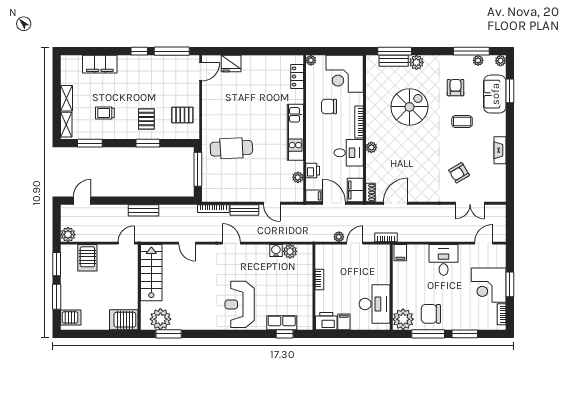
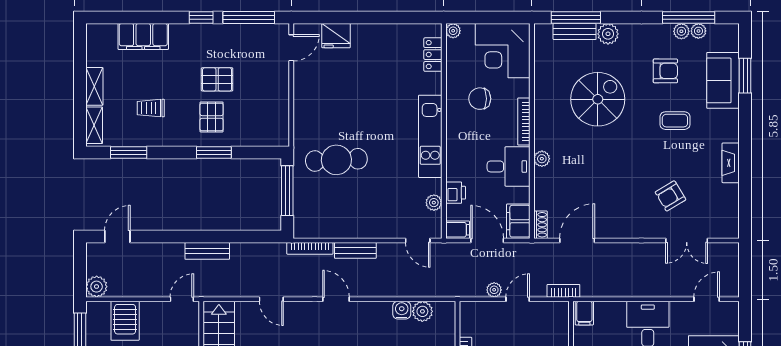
plant: (500, 61) -> (681, 31), moved
armchair: (456, 88) -> (665, 71), turned 90
pallet: (182, 115) -> (217, 79), moved
door: (272, 203) -> (418, 241), moved

